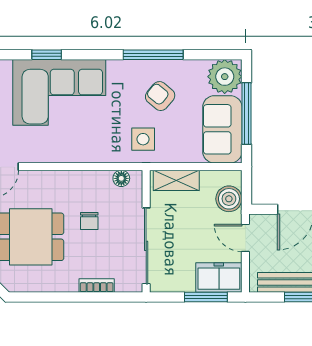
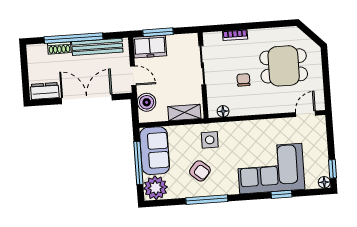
sliding door: (146, 246) -> (202, 65), width x0.73

